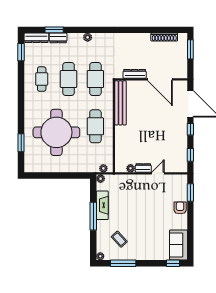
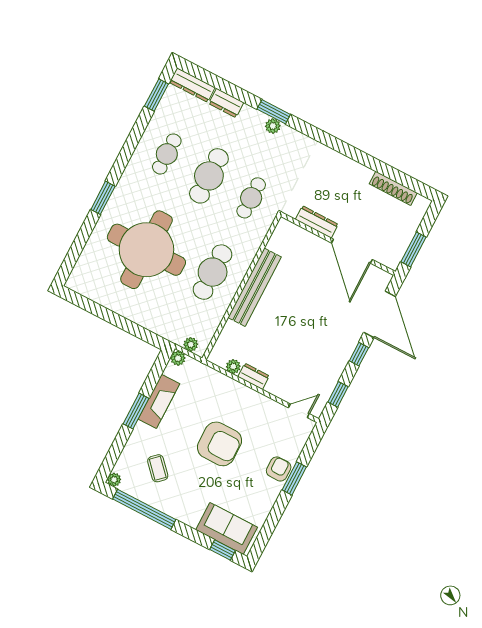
window: (54, 30) -> (274, 112), moved
window: (190, 49) -> (413, 249), moved
cafe table: (95, 79) -> (251, 198), width x0.73, depth x0.74
bench: (121, 103) -> (255, 287), moved
window: (21, 143) -> (103, 198), moved
door: (158, 173) -> (299, 411), moved
window: (190, 192) -> (294, 478), moved
armchair: (144, 211) -> (219, 444), added
window: (93, 216) -> (136, 411), width x0.69
sofa: (178, 245) -> (227, 528), moved, turned 90
window: (123, 263) -> (144, 509), width x1.46

